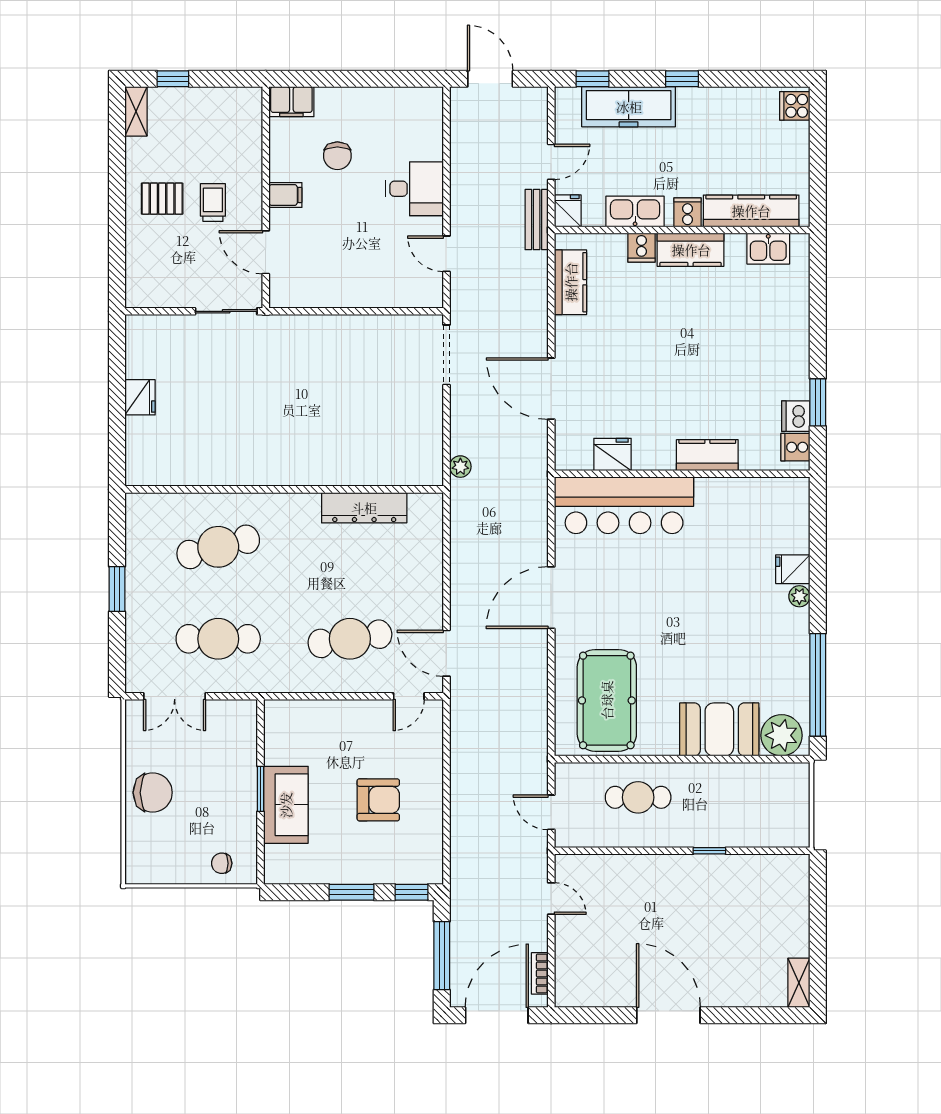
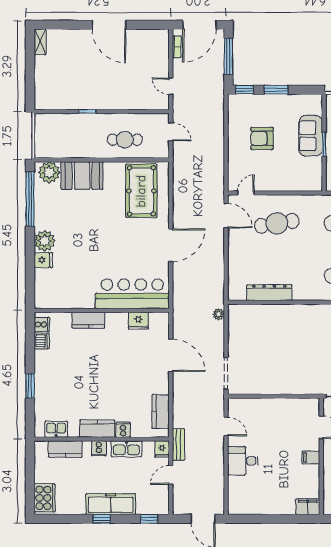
cooker: (795, 106) -> (45, 498), width x1.87, depth x1.31
freezer: (629, 107) -> (111, 504), moved
chair: (337, 156) -> (284, 478), removed
kitchen counter: (751, 211) -> (65, 449), width x0.67
window: (818, 402) -> (30, 386), moved
plant: (799, 596) -> (45, 241), width x1.88, depth x1.88

